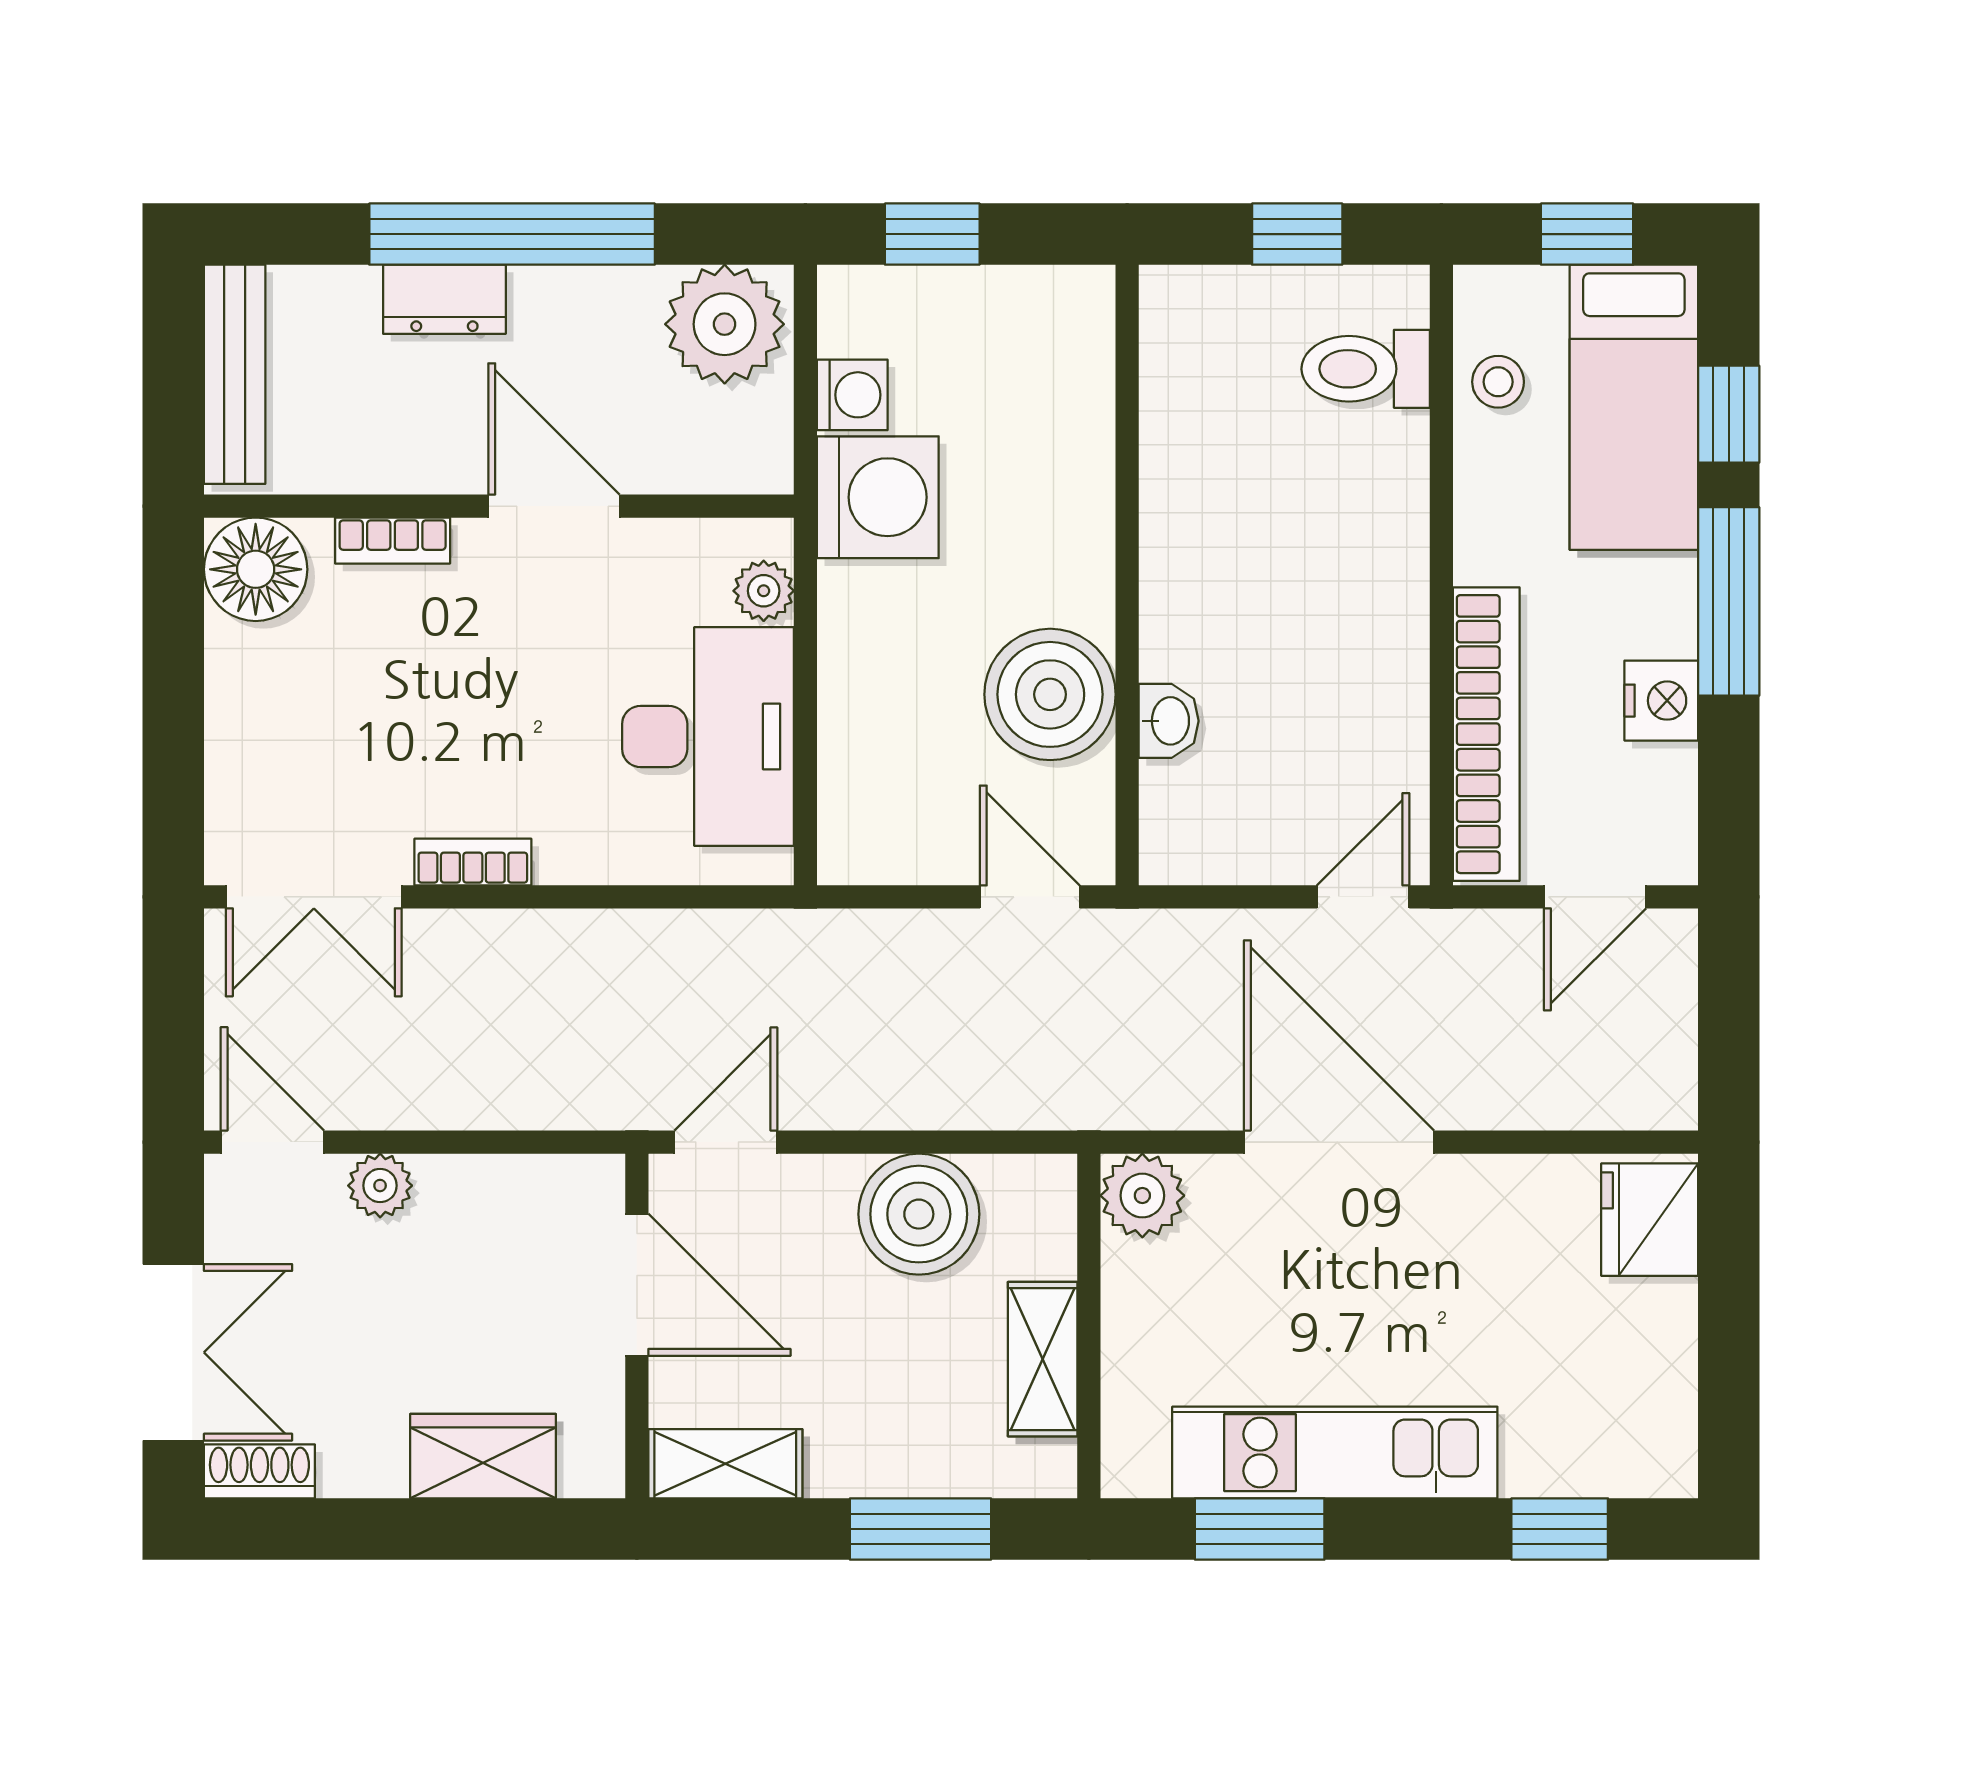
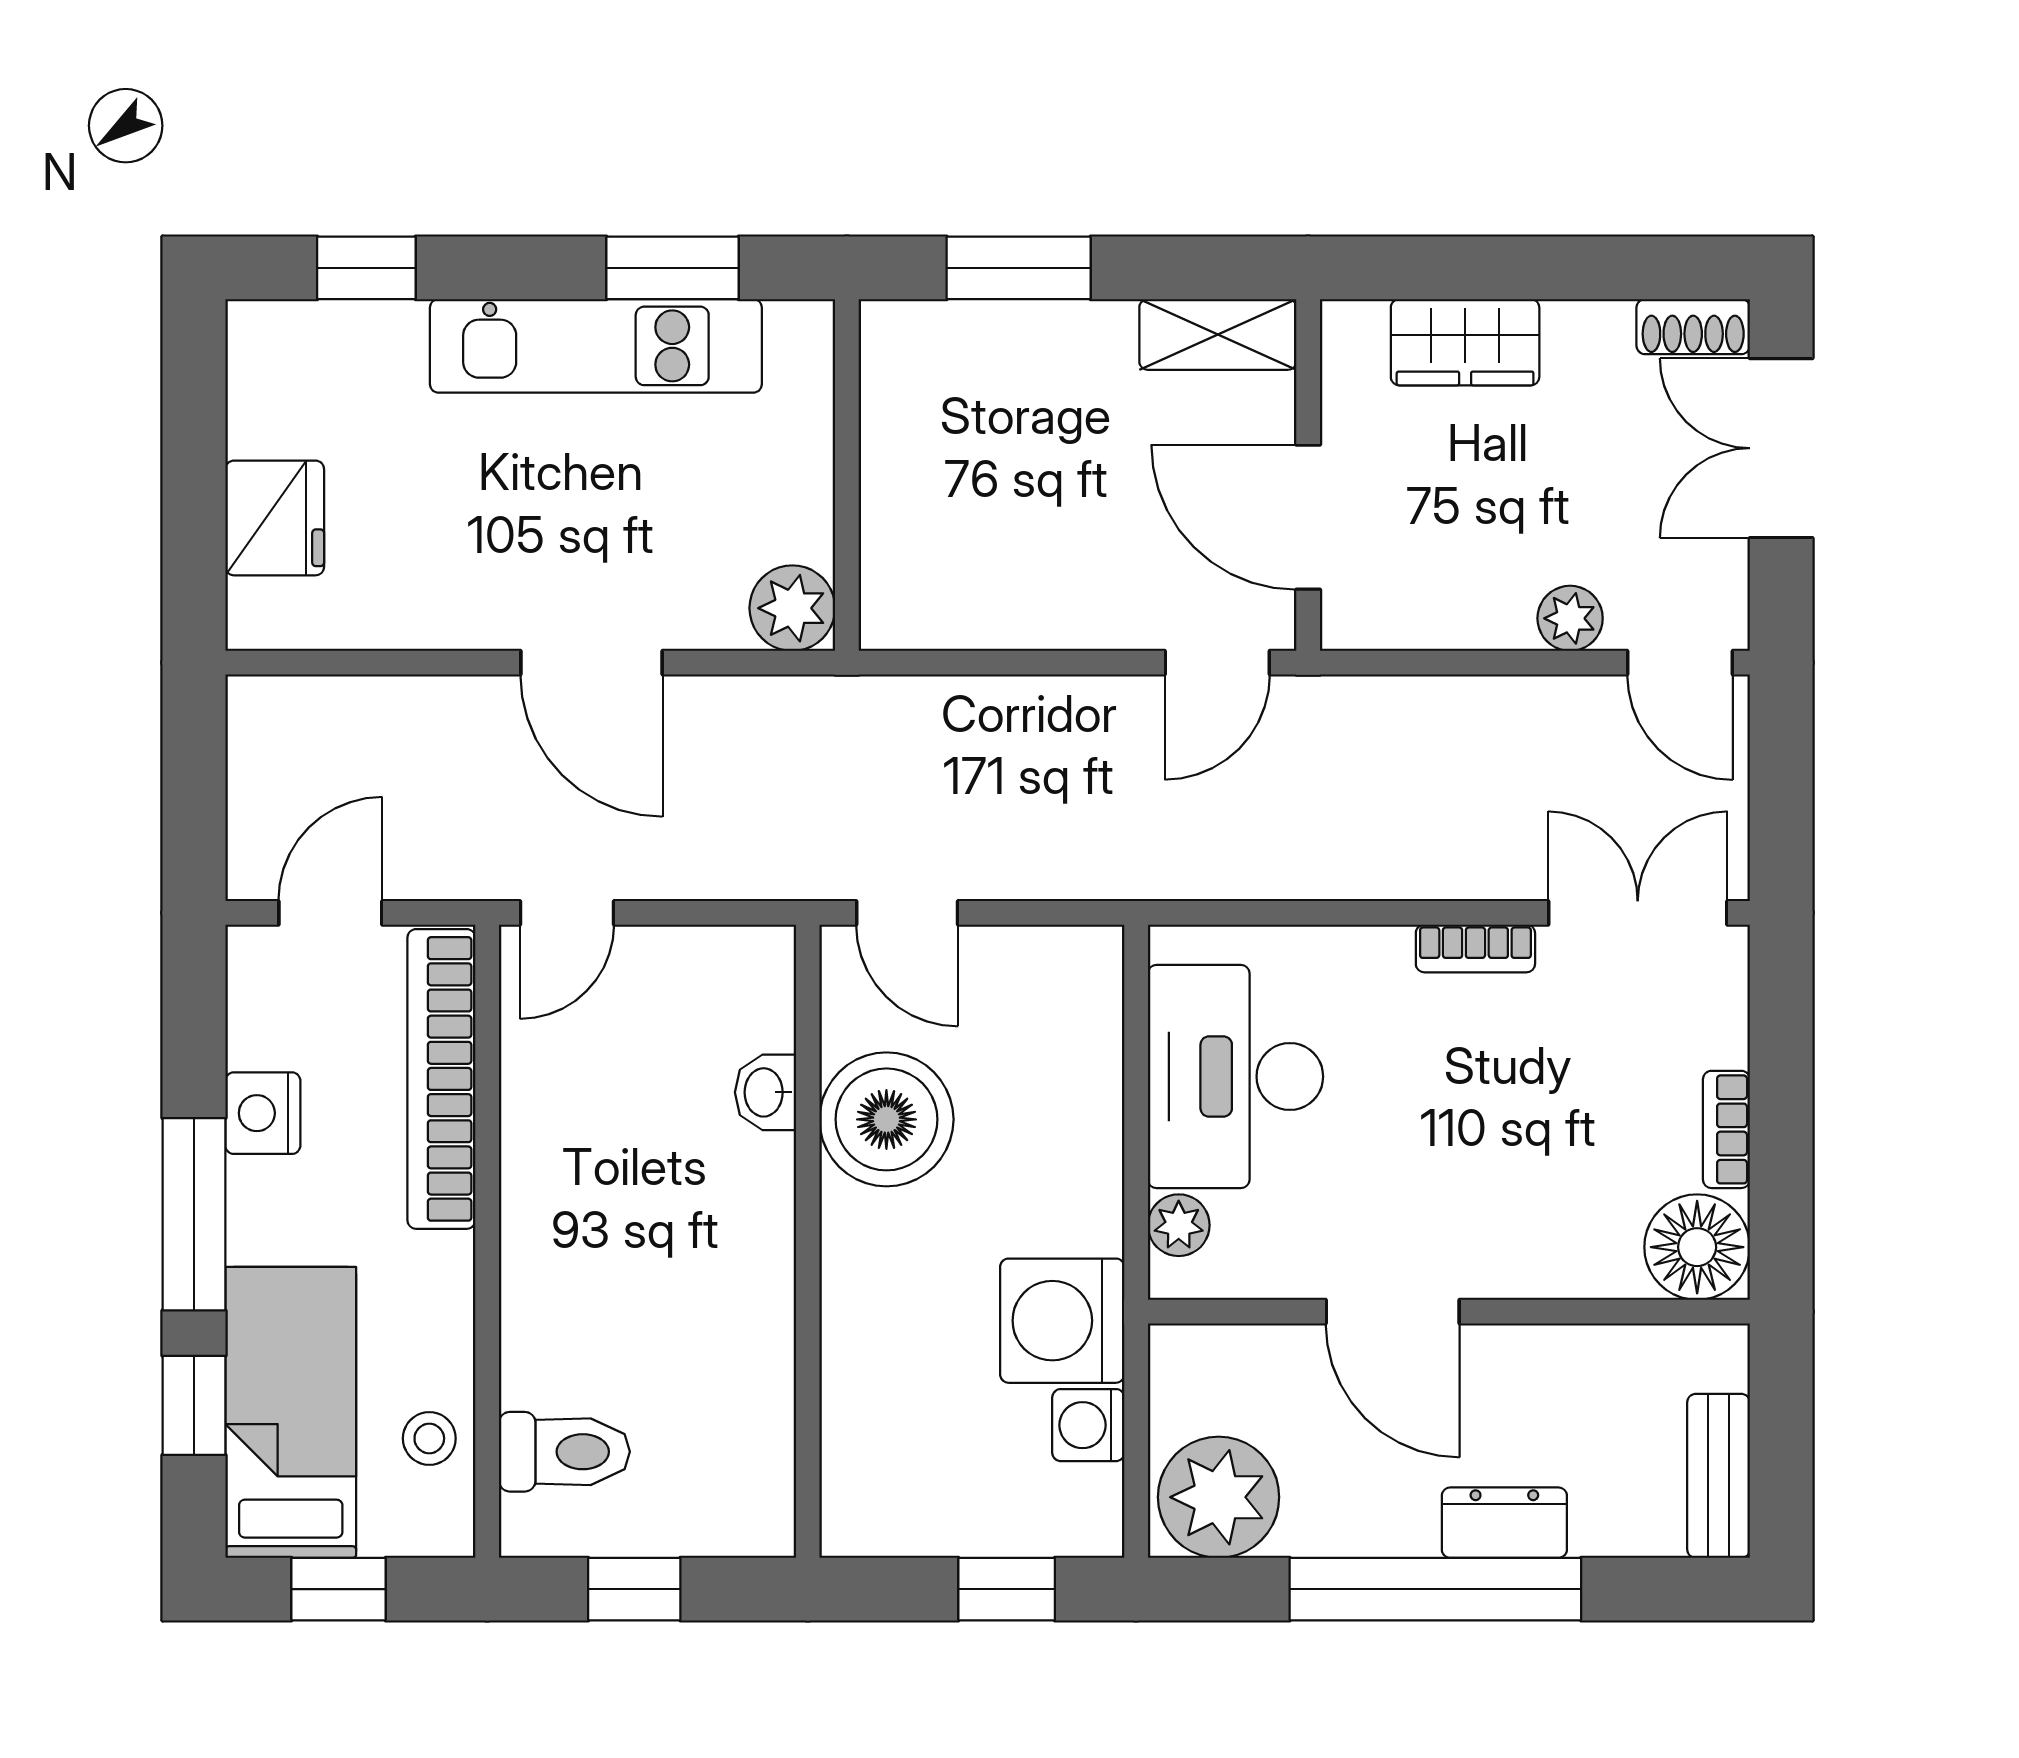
bench: (235, 374) -> (1719, 1476), width x0.73
bookcase: (393, 541) -> (1726, 1129), moved, turned -90
door: (1339, 1142) -> (592, 663), width x0.73
boiler: (919, 1214) -> (1020, 589), removed
fridge: (1650, 1220) -> (275, 518), moved
shelving: (1043, 1359) -> (894, 441), removed

